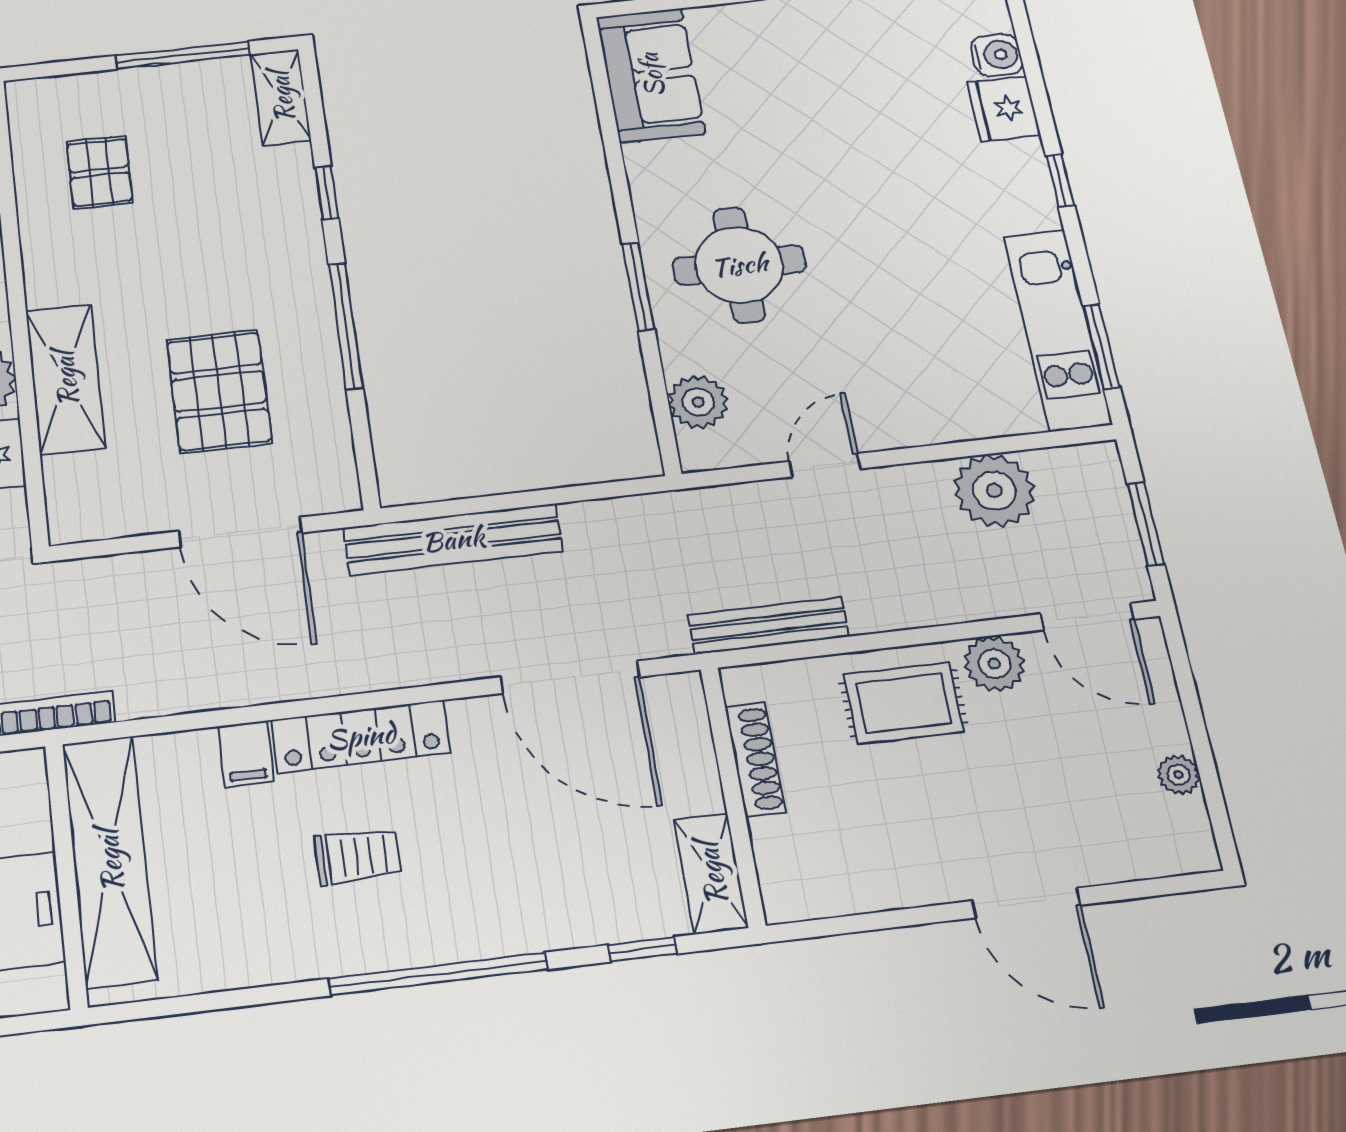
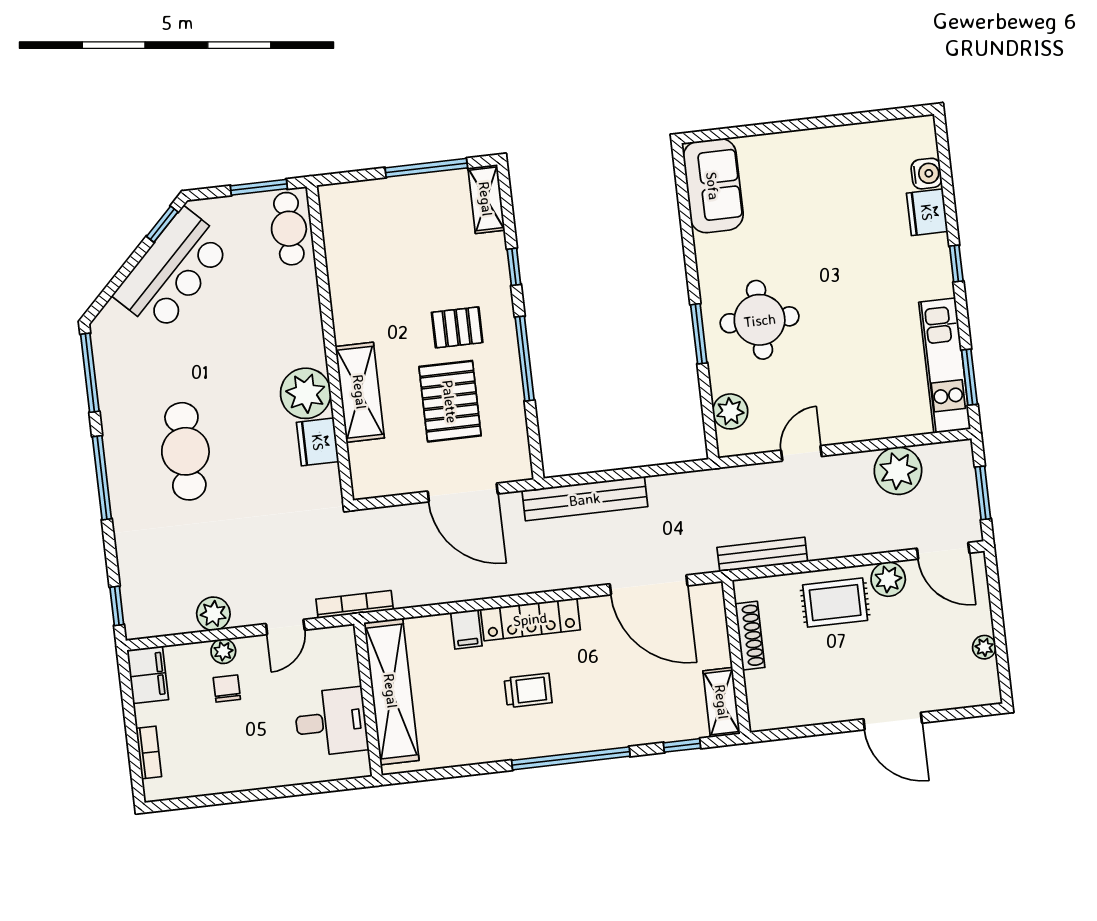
pallet: (100, 172) -> (457, 327), moved, turned 90

